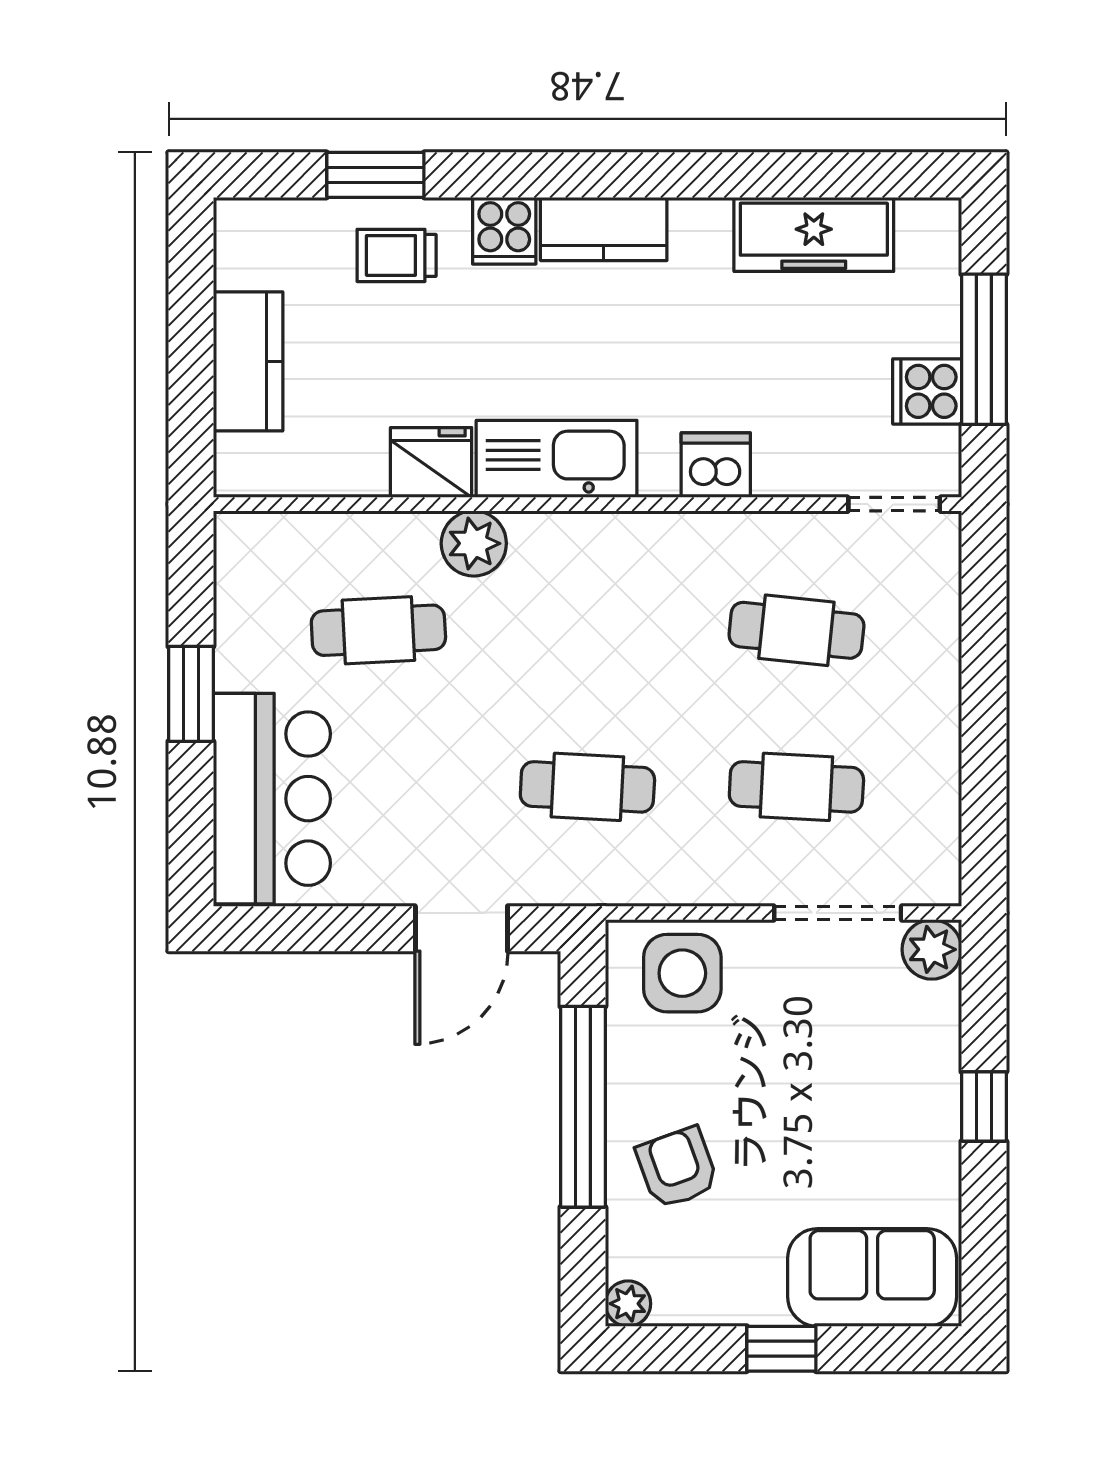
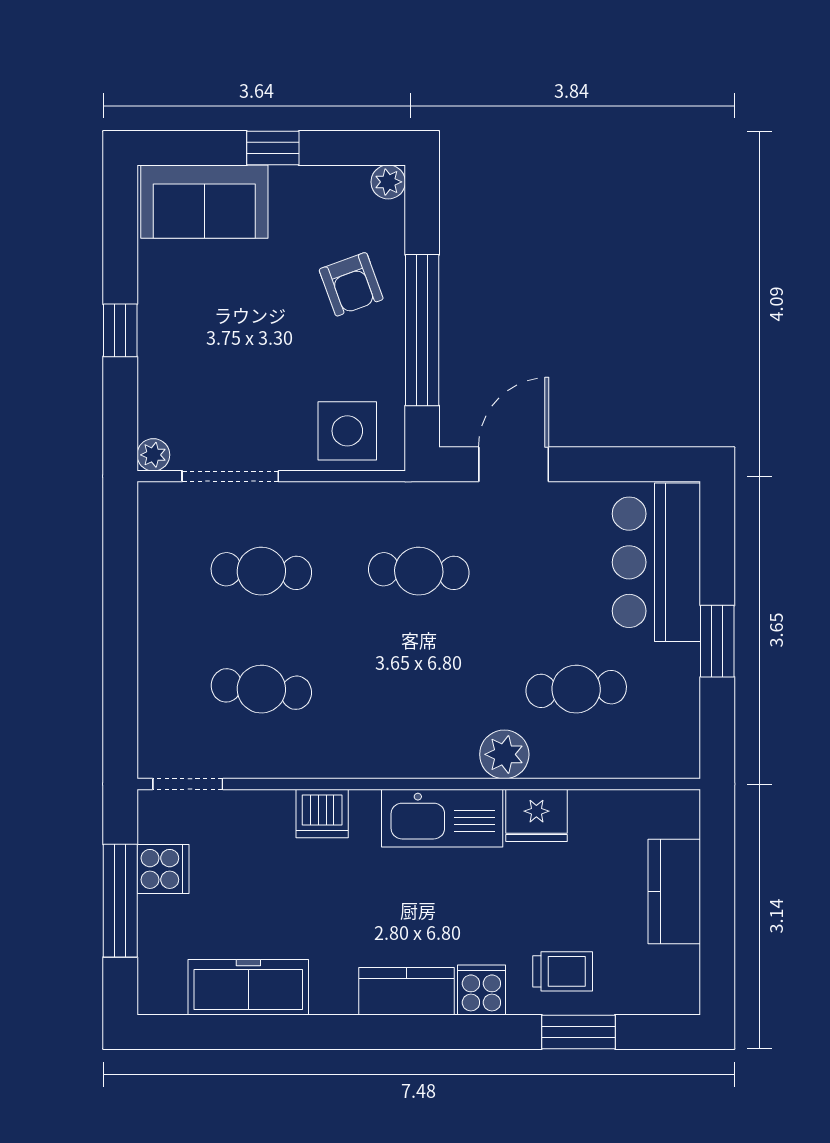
plant: (932, 949) -> (153, 455), width x0.73, depth x0.73

